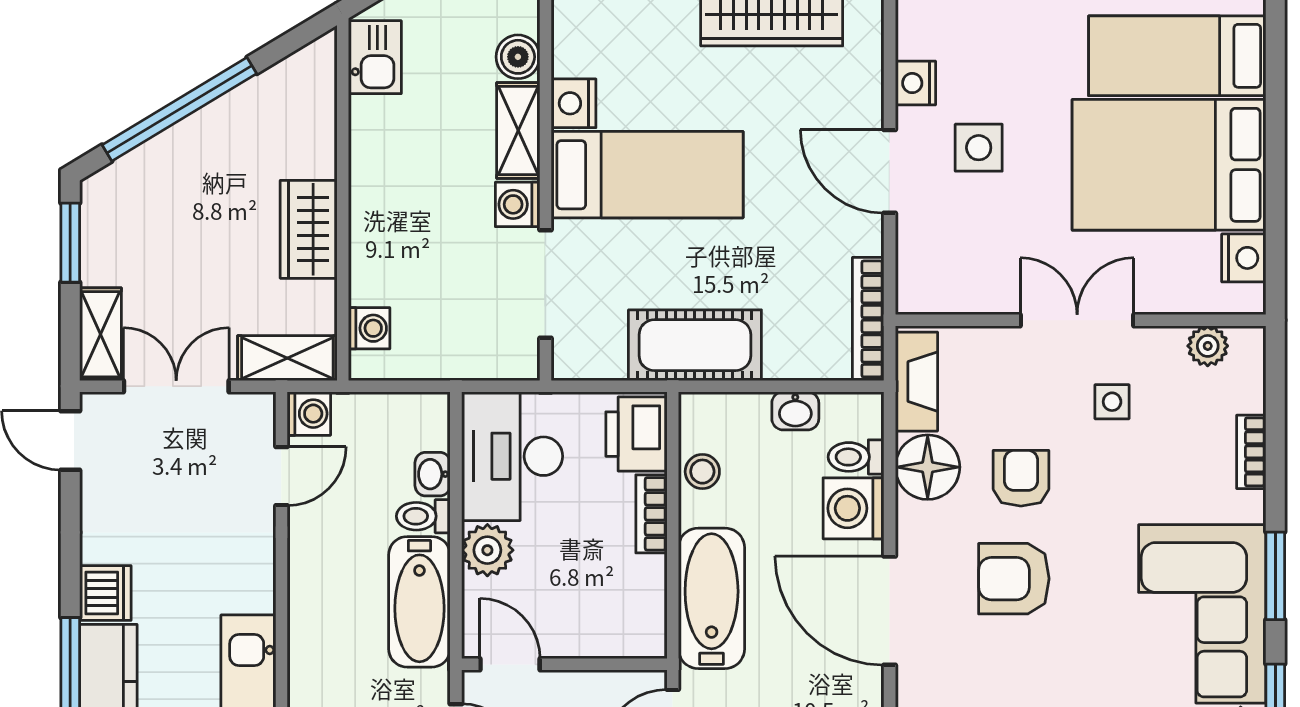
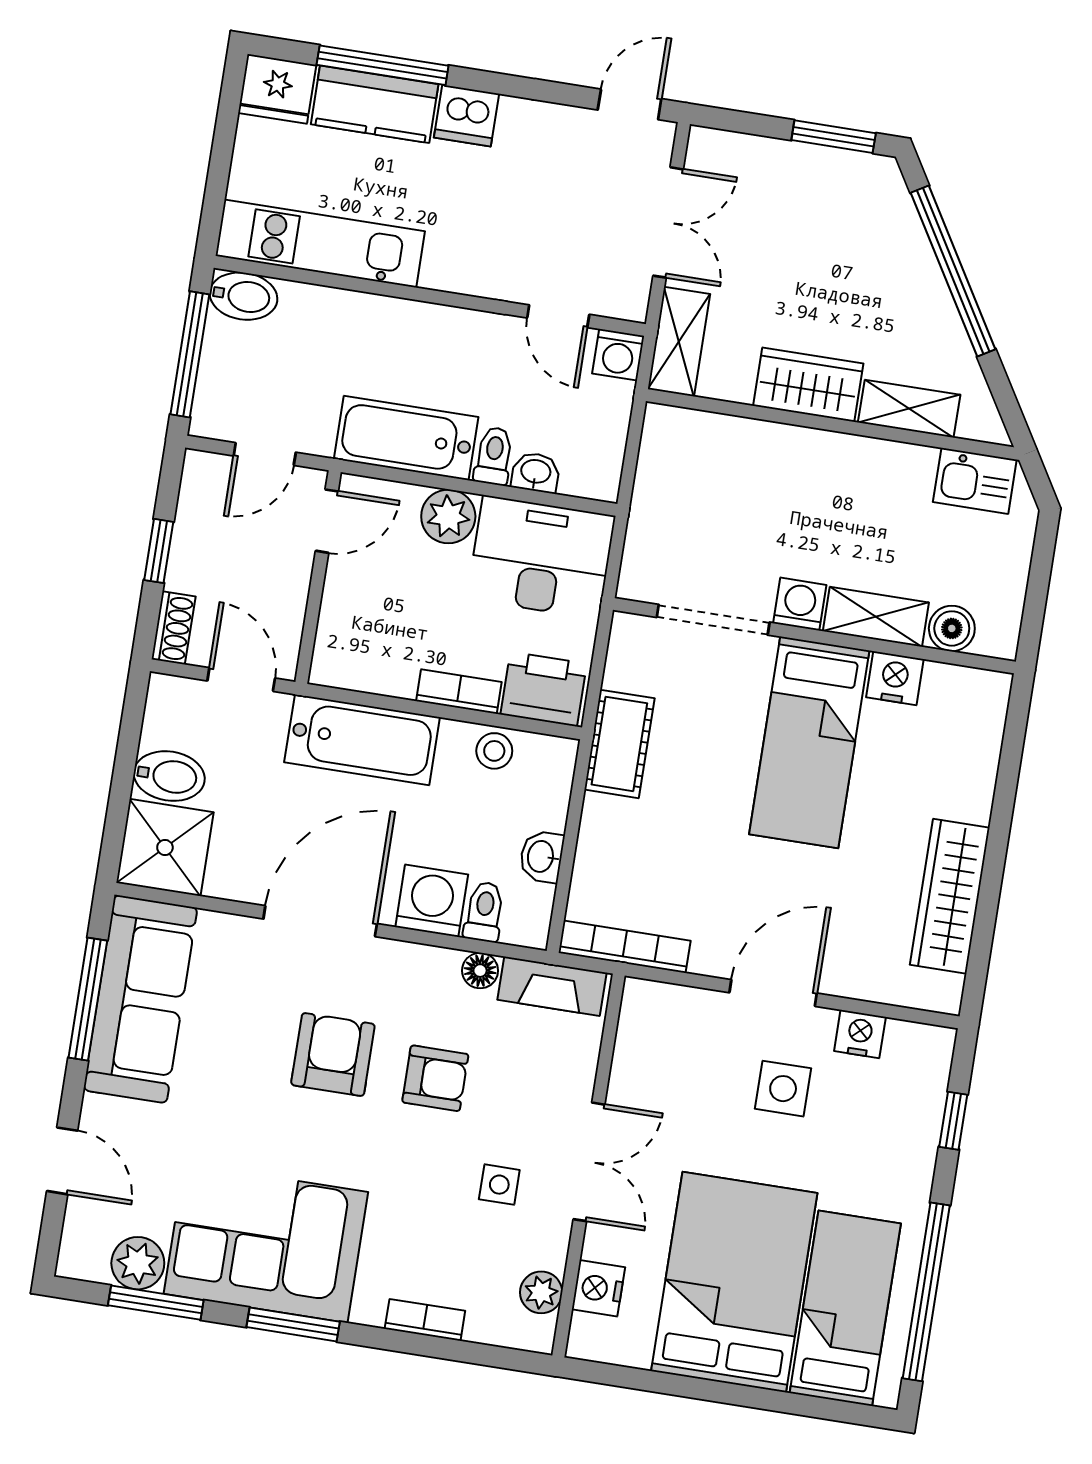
nightstand: (1244, 258) -> (598, 1288), moved, turned 90
washing machine: (369, 328) -> (696, 431), removed
shelving: (101, 334) -> (909, 409), moved
cot: (695, 345) -> (619, 744), width x0.73, depth x0.75
floor lamp: (928, 467) -> (480, 971), width x0.53, depth x0.53

